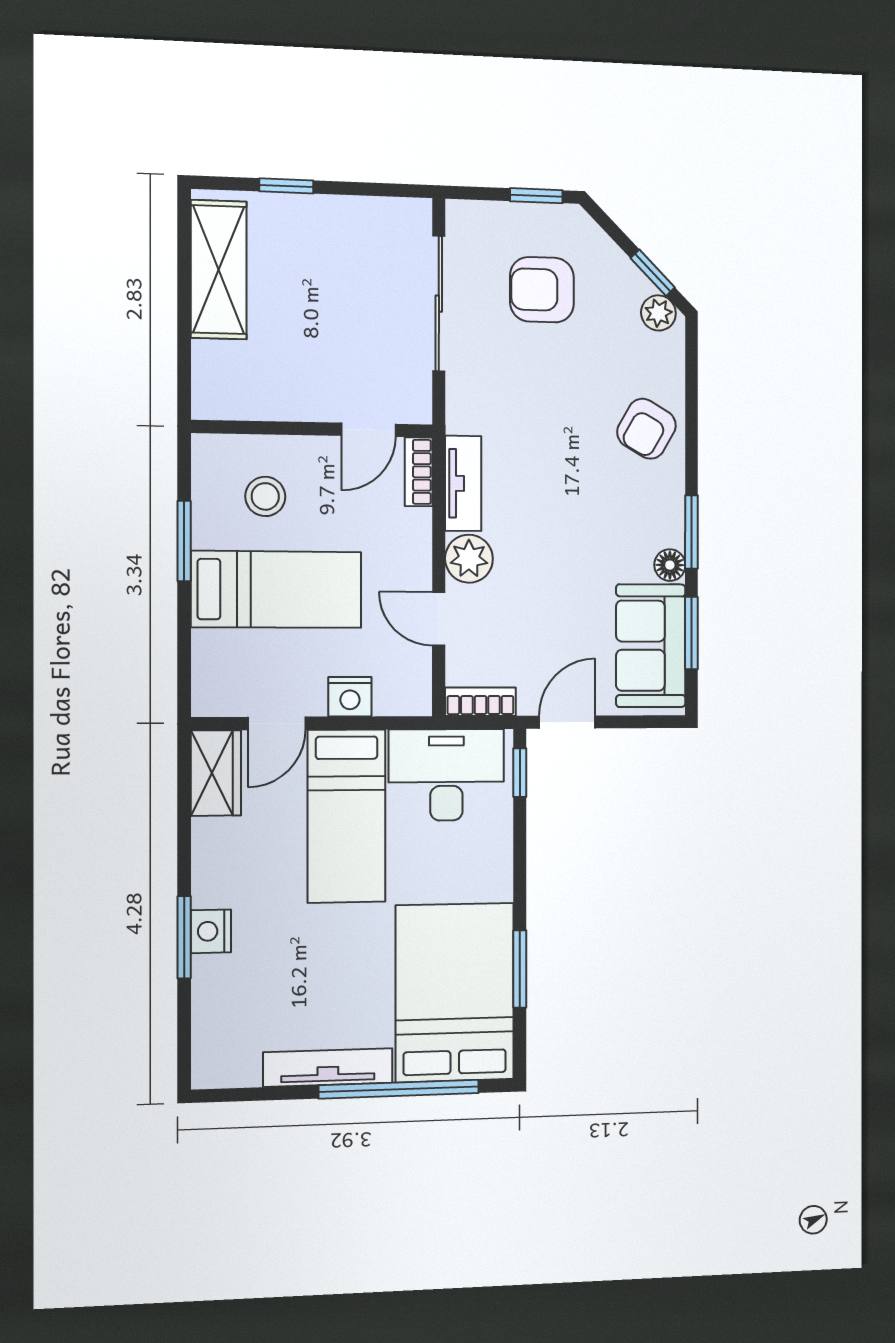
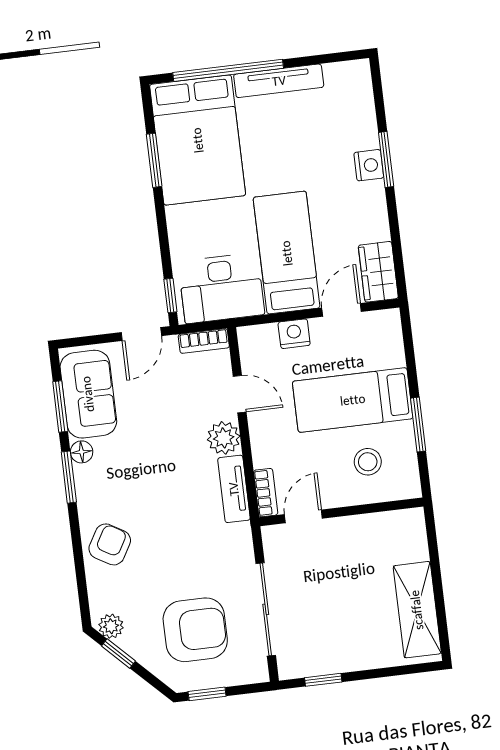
window: (286, 186) -> (323, 680), moved
armchair: (542, 290) -> (195, 630), width x1.36, depth x1.36

